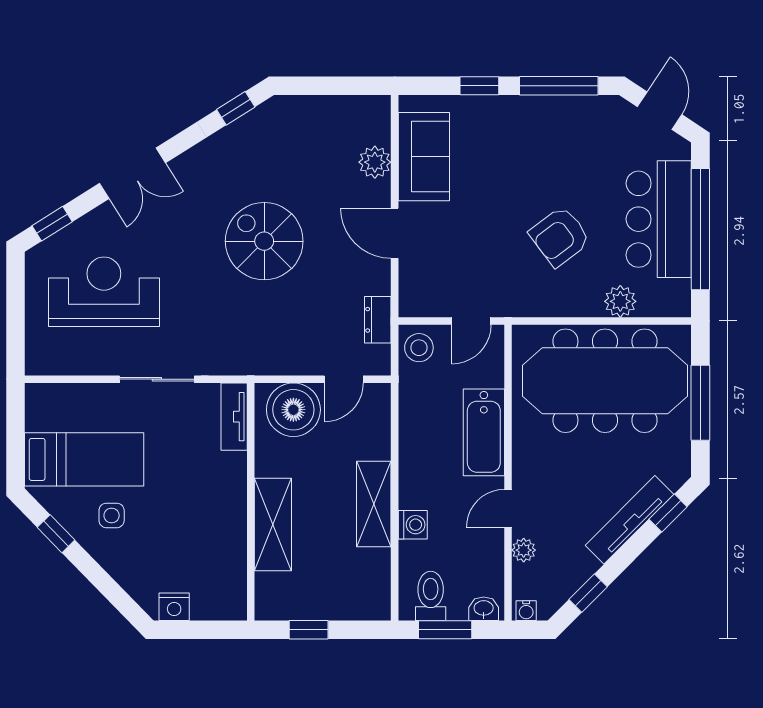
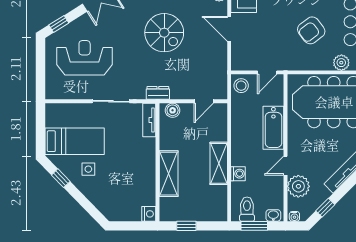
spiral stairs: (264, 241) -> (164, 33), turned 180
dresser: (378, 320) -> (158, 93), moved, turned 90
boiler: (293, 410) -> (173, 110), width x0.54, depth x0.54
plant: (524, 550) -> (298, 186), width x1.88, depth x1.88
nightstand: (174, 607) -> (149, 214), moved, turned -90

